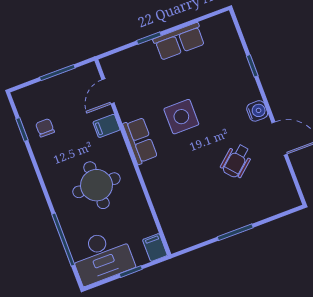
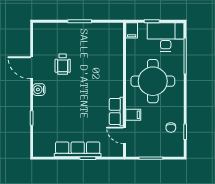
row of seats: (179, 41) -> (78, 149), width x1.48
door: (108, 91) -> (125, 135), swing flipped
side table: (181, 117) -> (86, 103), removed
row of seats: (140, 141) -> (116, 112), moved
wheelchair: (236, 161) -> (63, 64), turned 131
round table: (96, 185) -> (153, 81), width x1.36, depth x1.36

